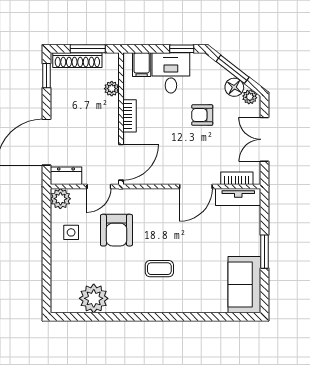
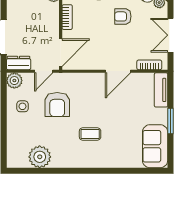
tv unit: (238, 197) -> (161, 90), moved, turned 90

